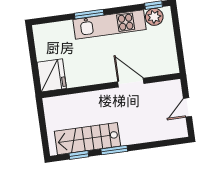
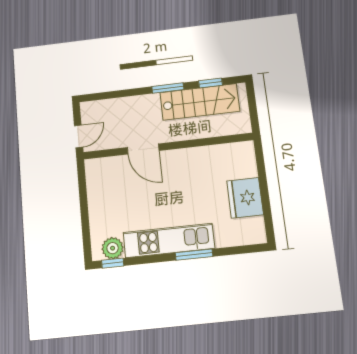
fridge: (52, 75) -> (245, 198), moved
door: (131, 83) -> (143, 149), moved
wall: (111, 85) -> (168, 146), moved

